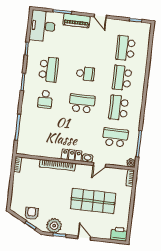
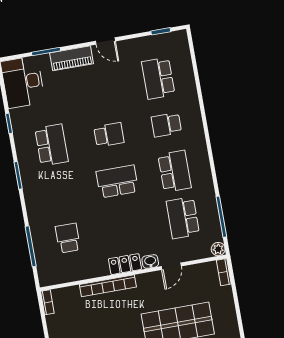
school desk: (122, 78) -> (166, 125), width x0.54
school desk: (45, 99) -> (68, 238), moved, turned 180
school desk: (119, 108) -> (175, 171), turned 180
school desk: (115, 137) -> (183, 218), turned -90

